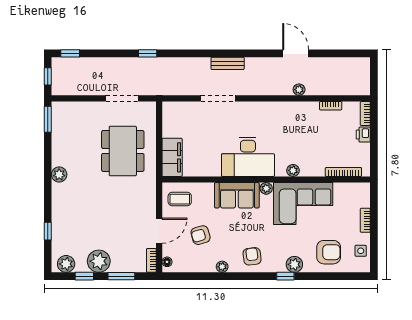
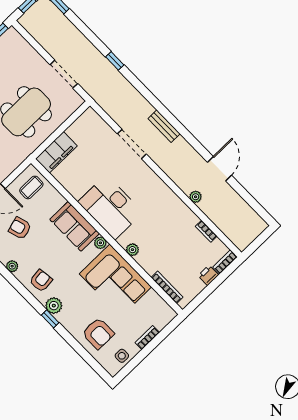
coffee table: (180, 199) -> (31, 187), turned 90
plant: (294, 264) -> (54, 306), moved

